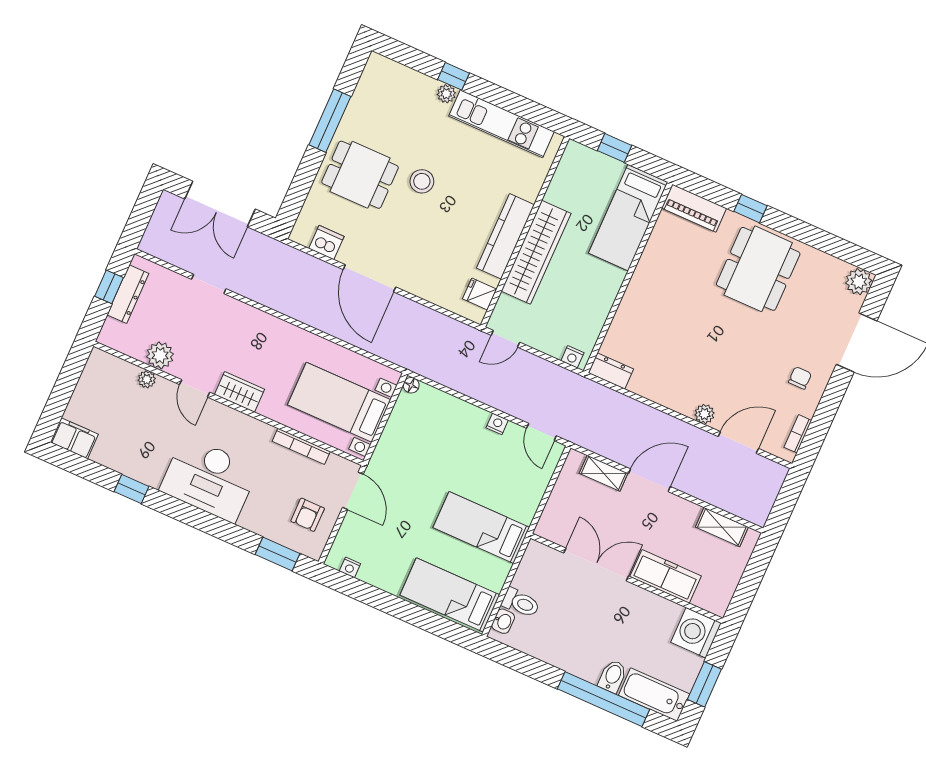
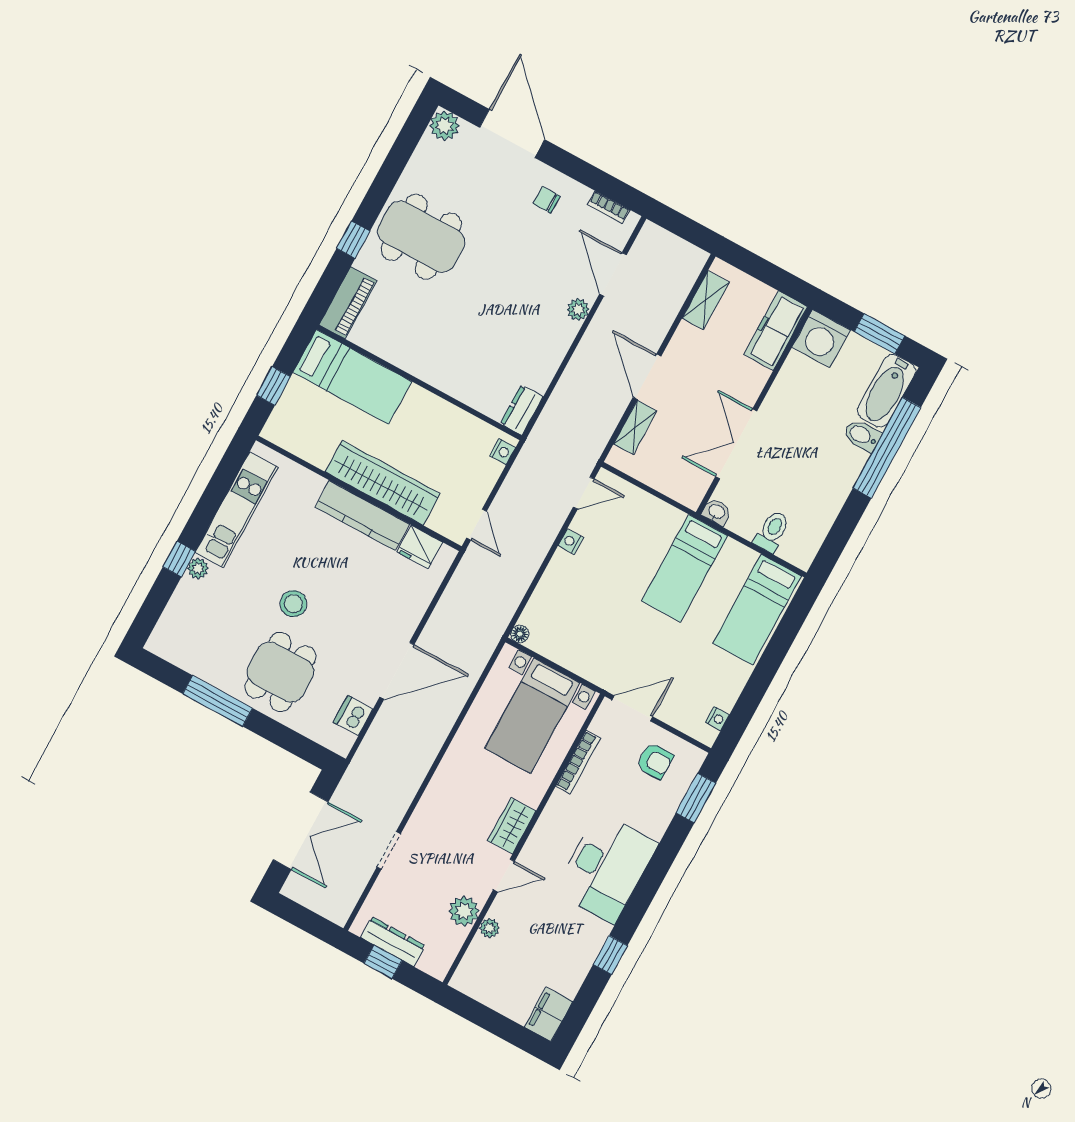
fridge: (480, 294) -> (420, 547), width x1.38
freezer: (666, 576) -> (776, 331), moved
washbasin: (503, 621) -> (717, 512), moved

